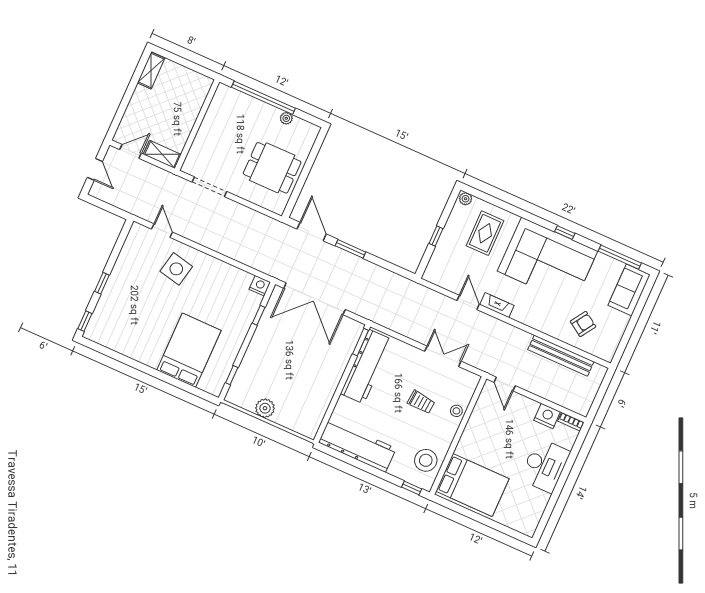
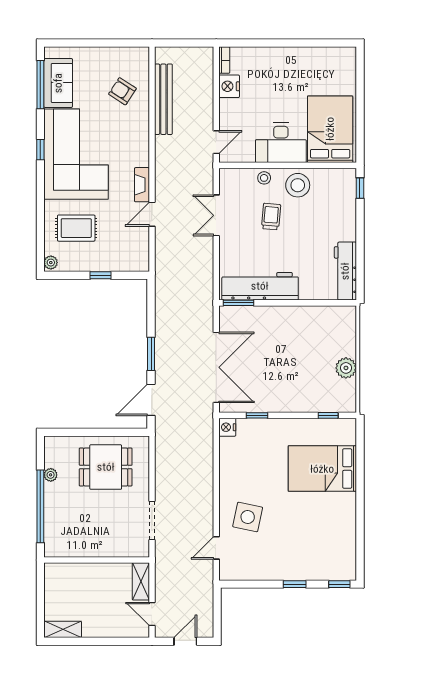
dining table: (272, 168) -> (106, 467), turned 90
sofa: (629, 290) -> (58, 83), moved, turned -90
workbench: (357, 445) -> (345, 271), width x0.73, depth x0.76
stool: (426, 460) -> (298, 185), moved
desk: (545, 465) -> (281, 143), moved, turned 180

